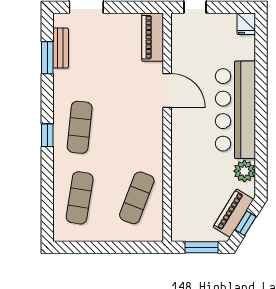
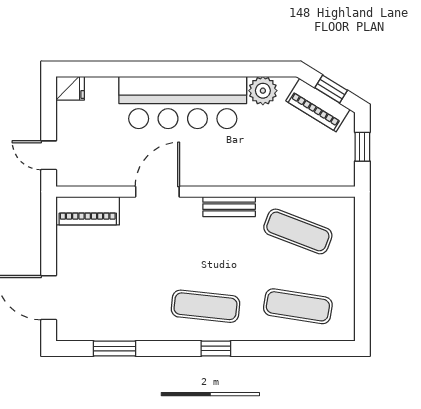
bench: (61, 48) -> (229, 207), moved
window: (202, 247) -> (362, 147), width x0.67

